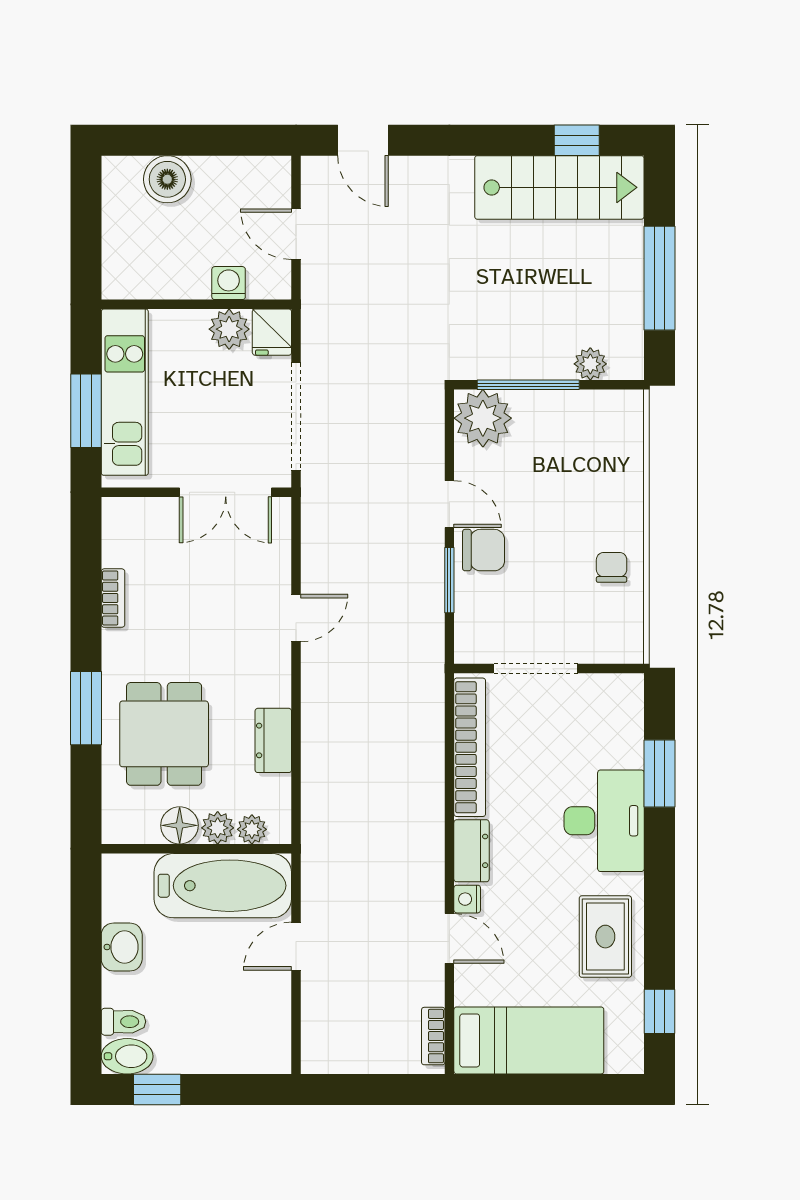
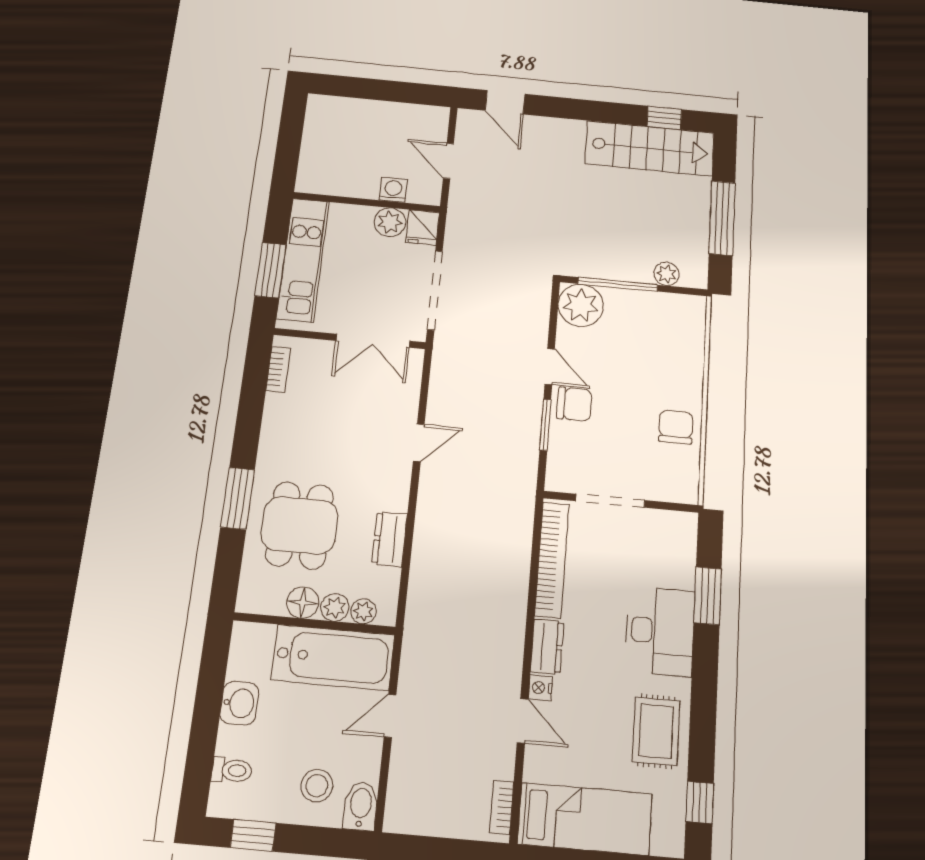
boiler: (167, 179) -> (355, 114), removed
chair: (612, 567) -> (676, 427), width x1.37, depth x1.37
bookcase: (113, 598) -> (278, 369), moved
stool: (222, 1030) -> (317, 786), added
bidet: (127, 1056) -> (361, 806), moved, turned -90

